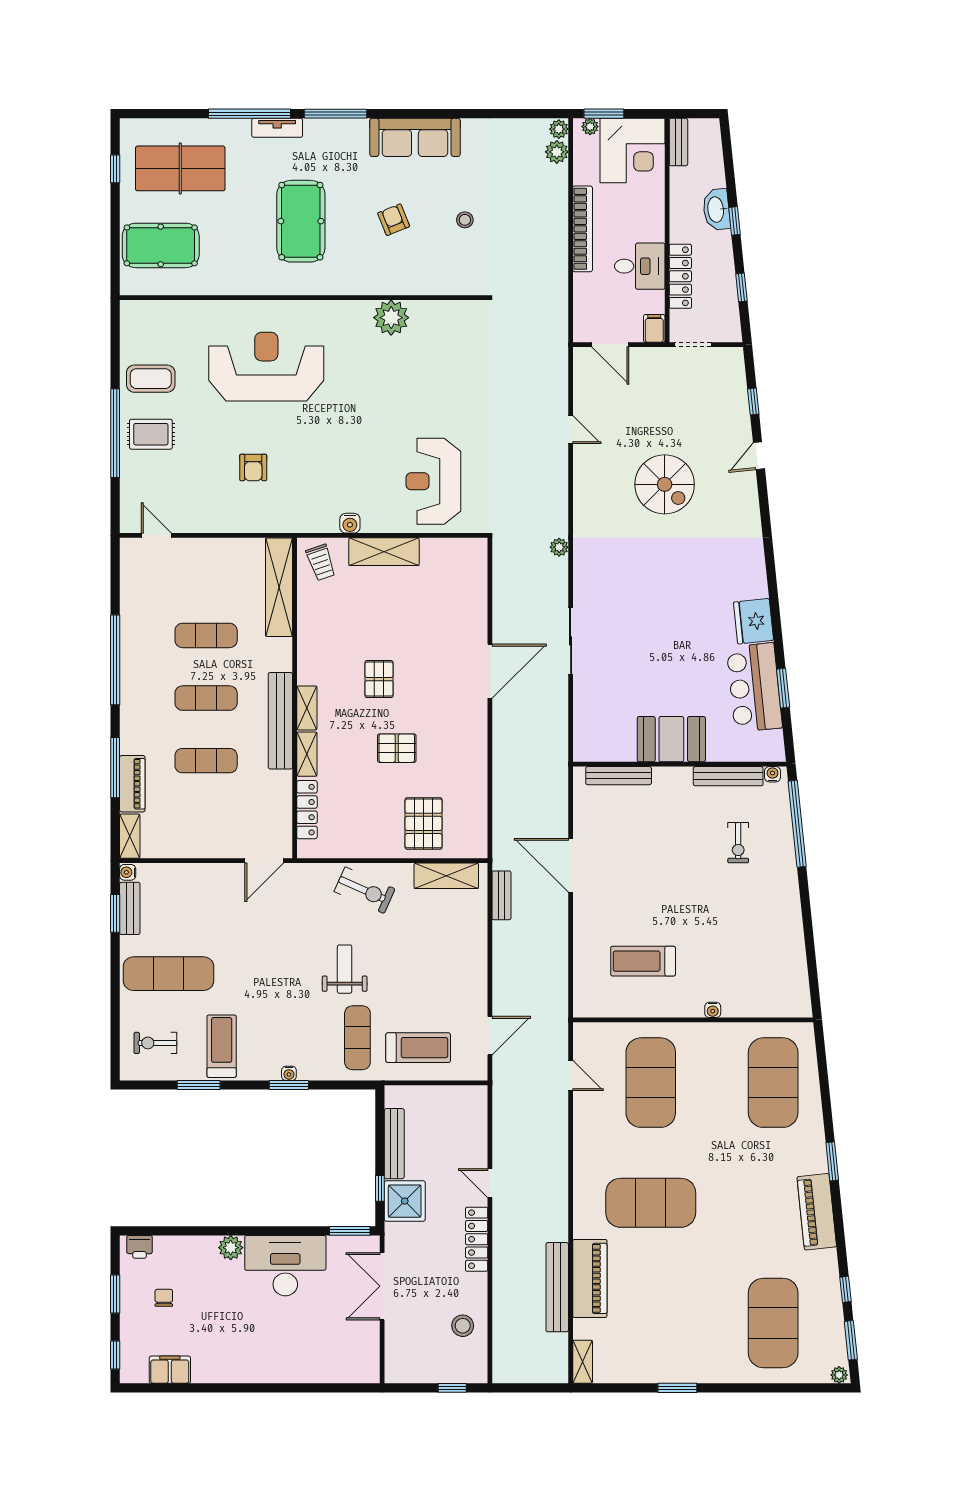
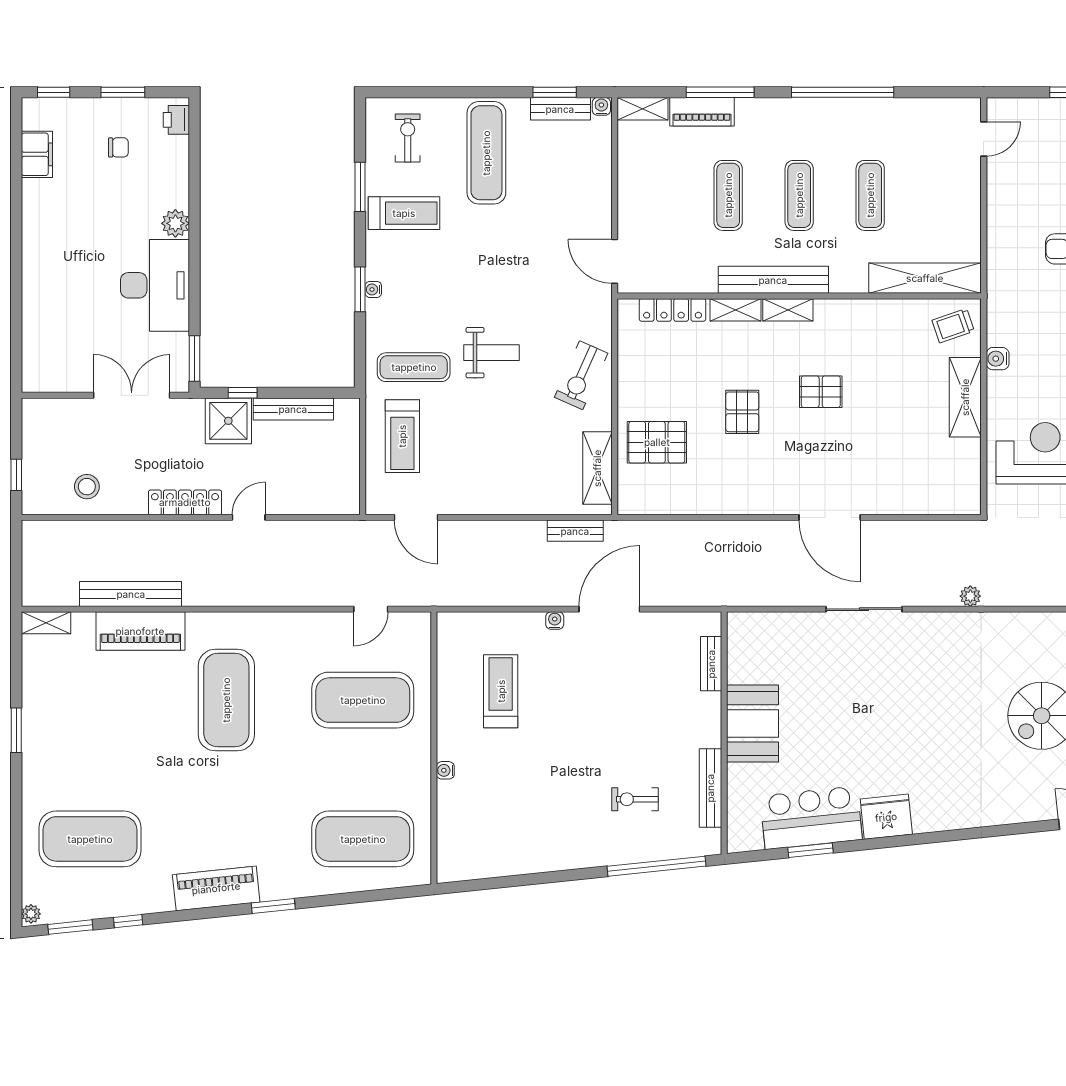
water cooler: (773, 774) -> (555, 620), moved, turned -90
bench: (619, 776) -> (711, 664), width x0.73

